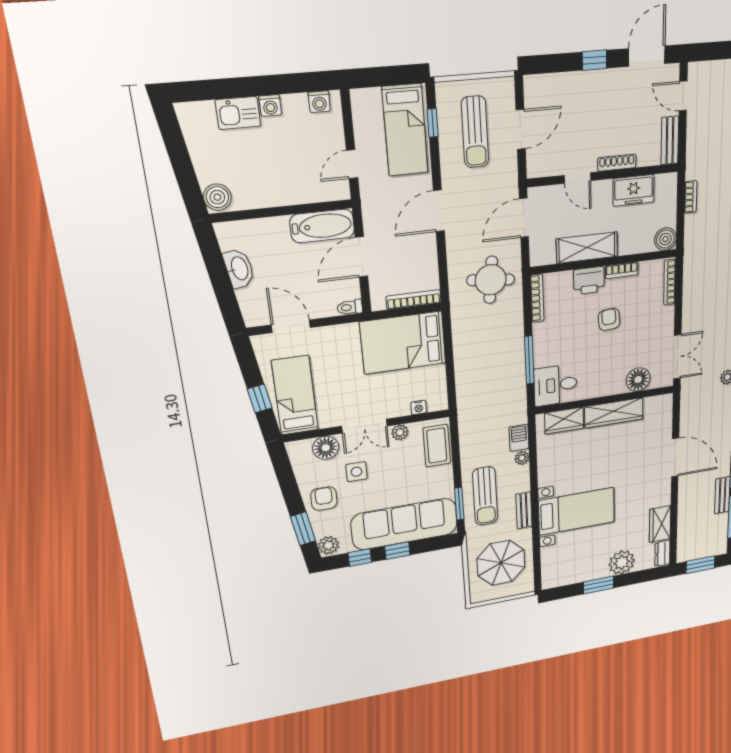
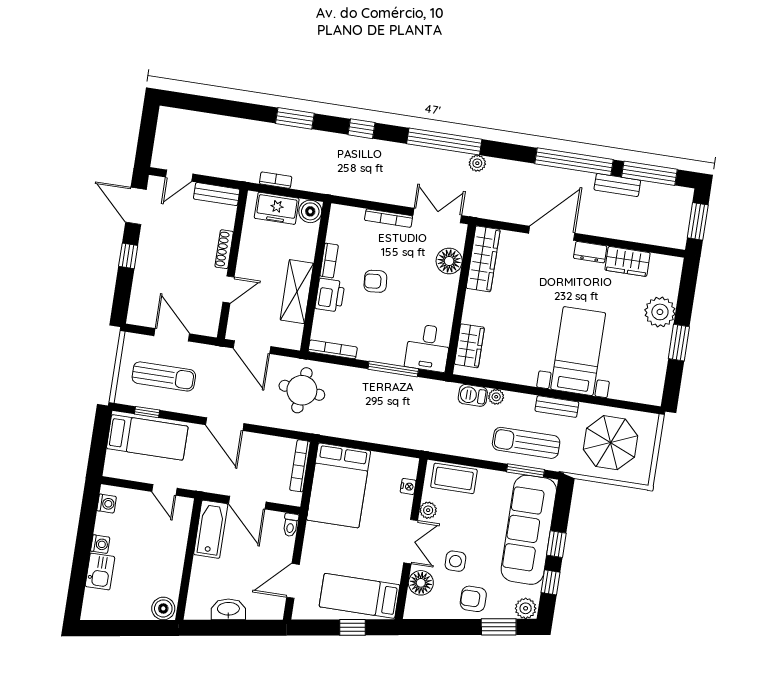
freezer: (634, 190) -> (277, 208), moved, turned 90
bookcase: (670, 282) -> (389, 218), moved
wardrobe: (614, 413) -> (483, 259), moved
sun lounger: (485, 496) -> (526, 443), turned 180
dresser: (662, 553) -> (590, 252), moved

